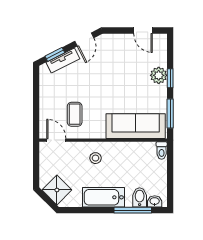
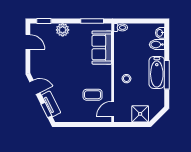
door: (143, 31) -> (28, 42), hinge flipped
window: (170, 78) -> (44, 21), moved
sofa: (136, 126) -> (102, 48), width x0.73
shower: (57, 190) -> (140, 114), moved, turned 45
window: (133, 210) -> (167, 75), moved

